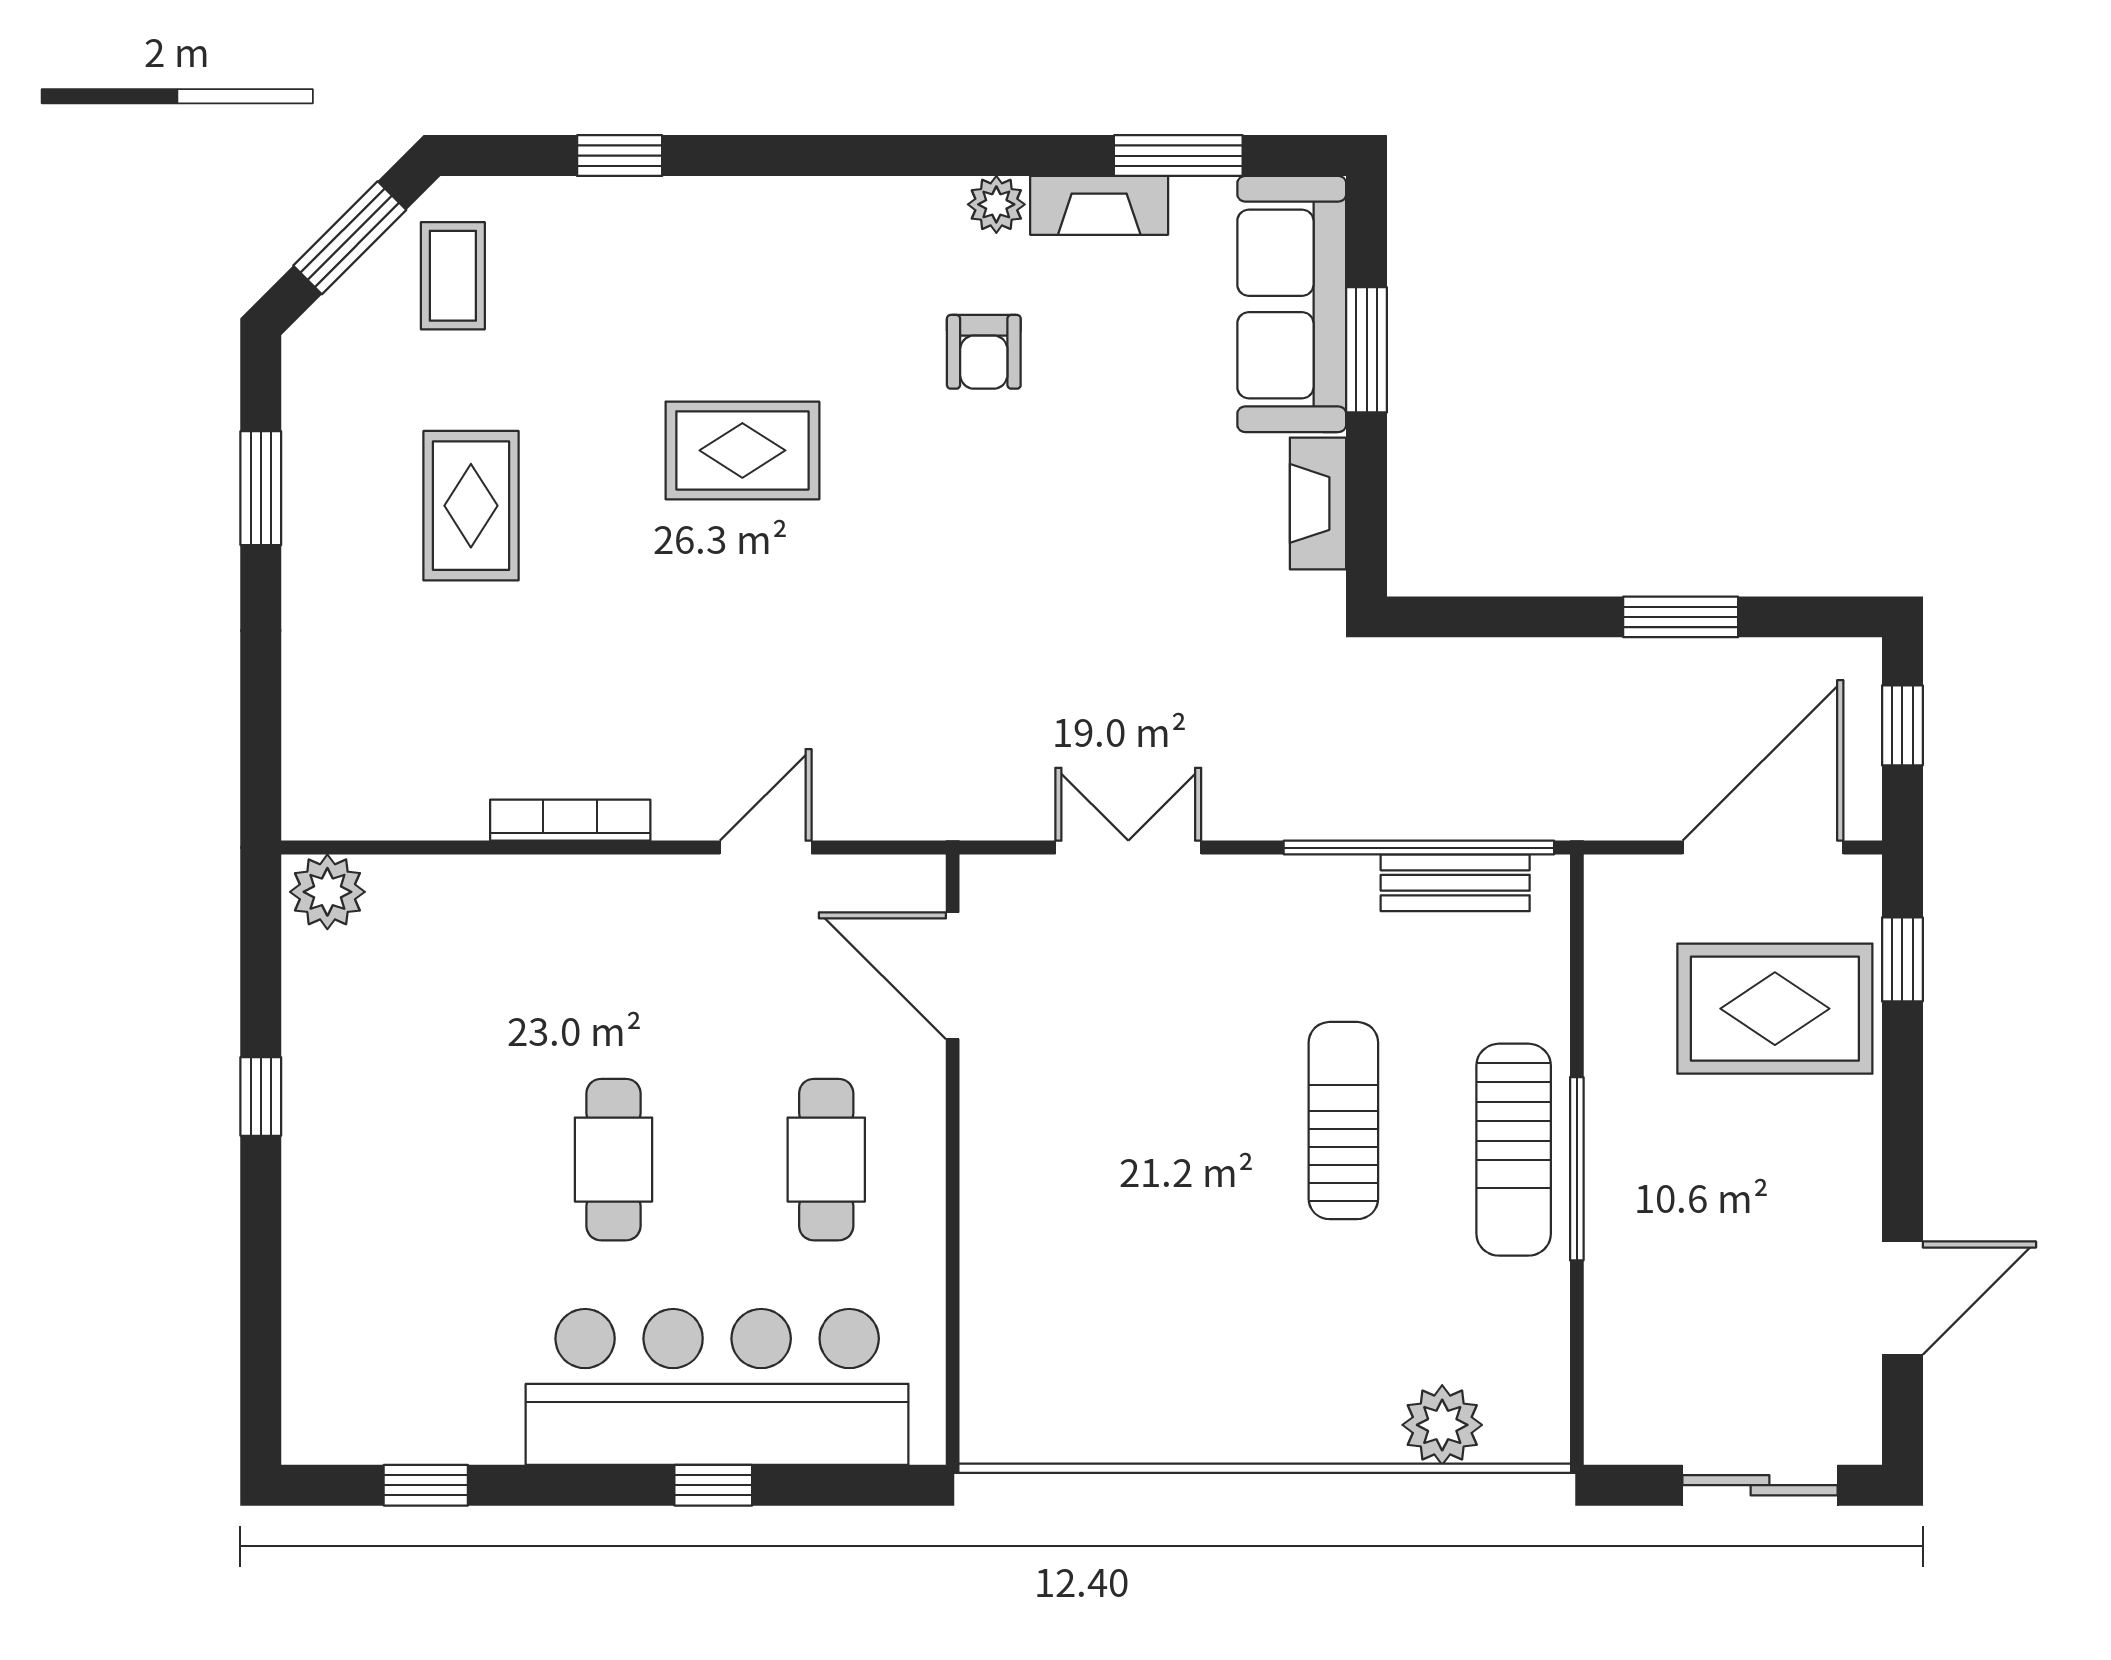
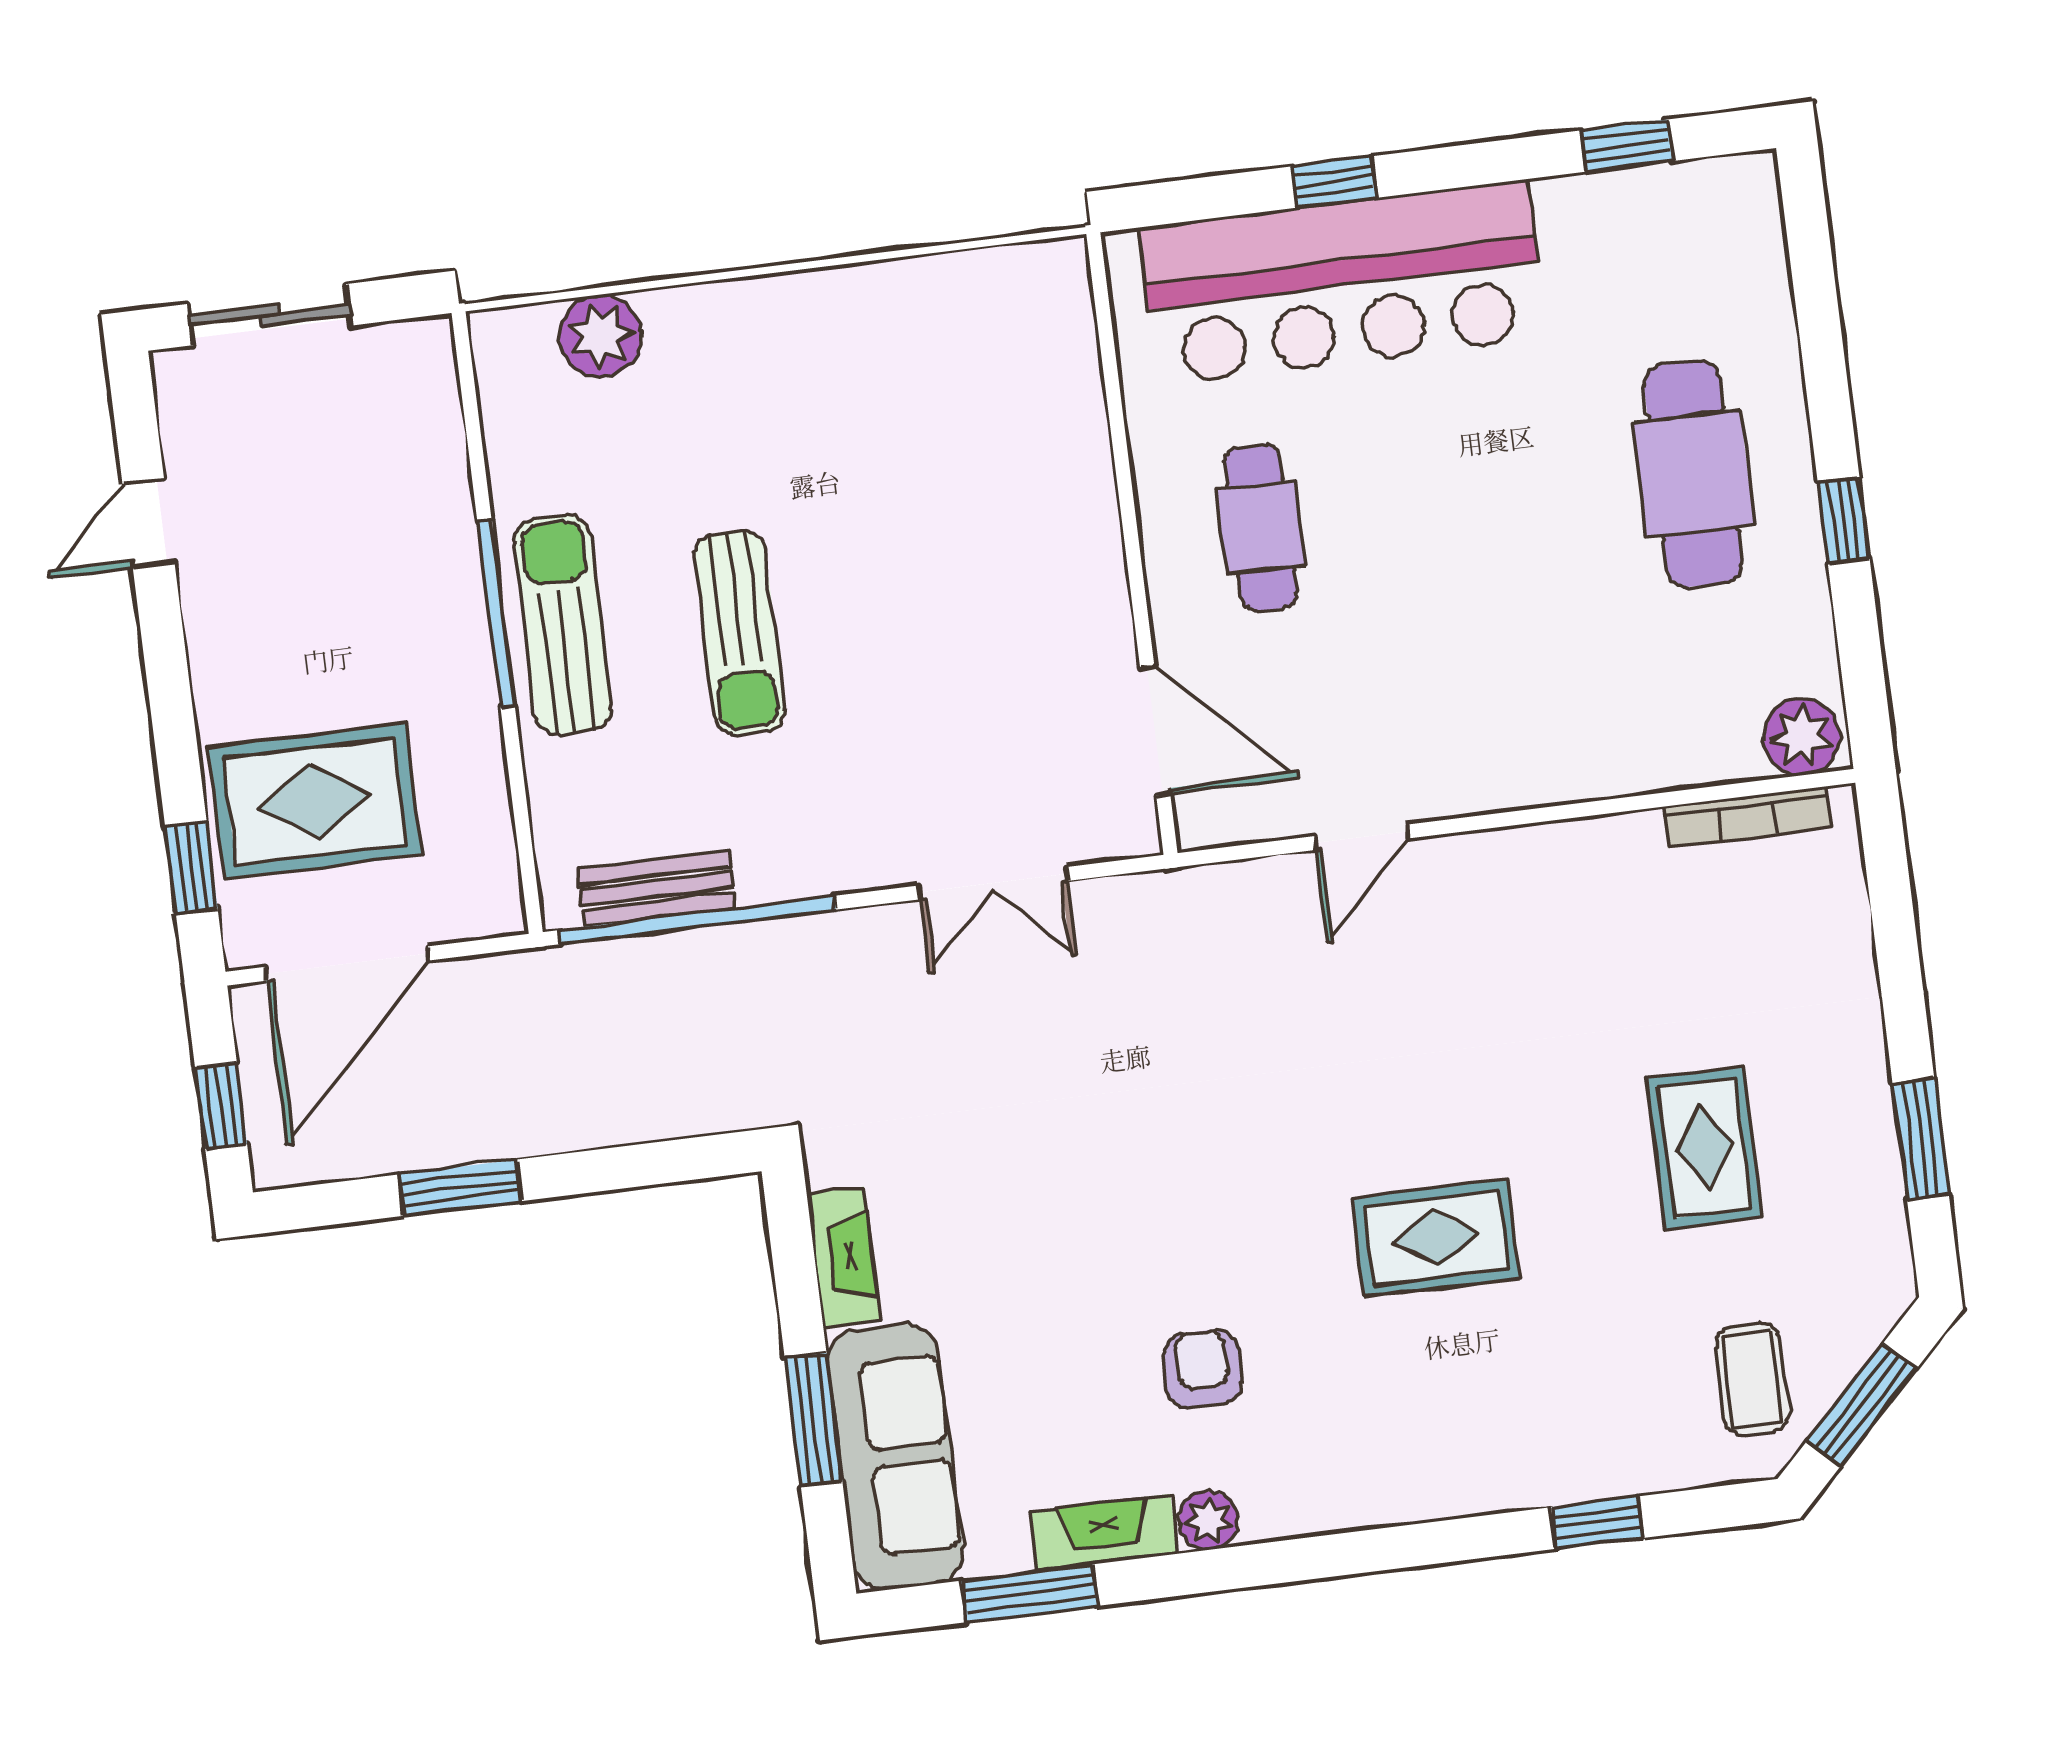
bookcase: (570, 820) -> (1747, 817), moved
cafe table: (614, 1160) -> (1693, 474), moved, width x1.37, depth x1.35
door: (1902, 1298) -> (148, 523), width x0.73

